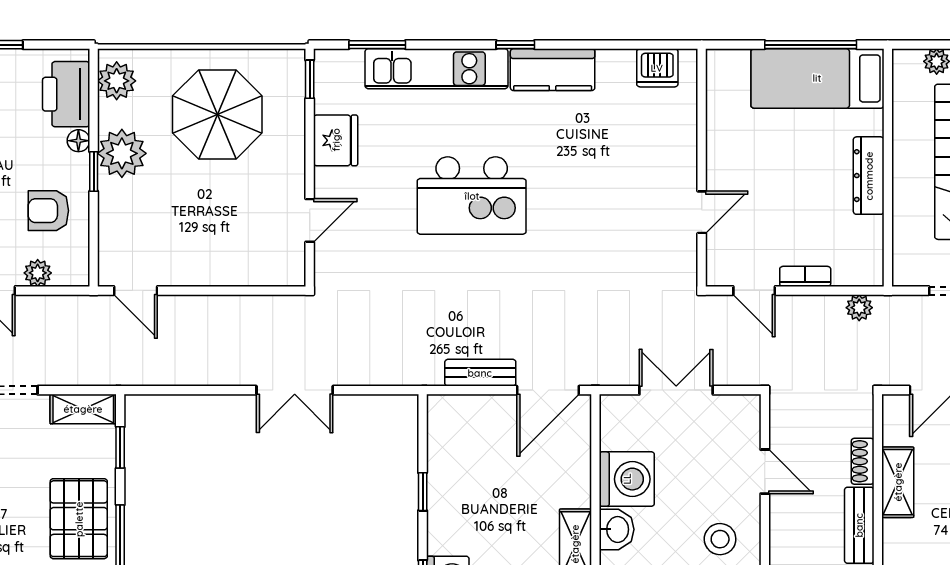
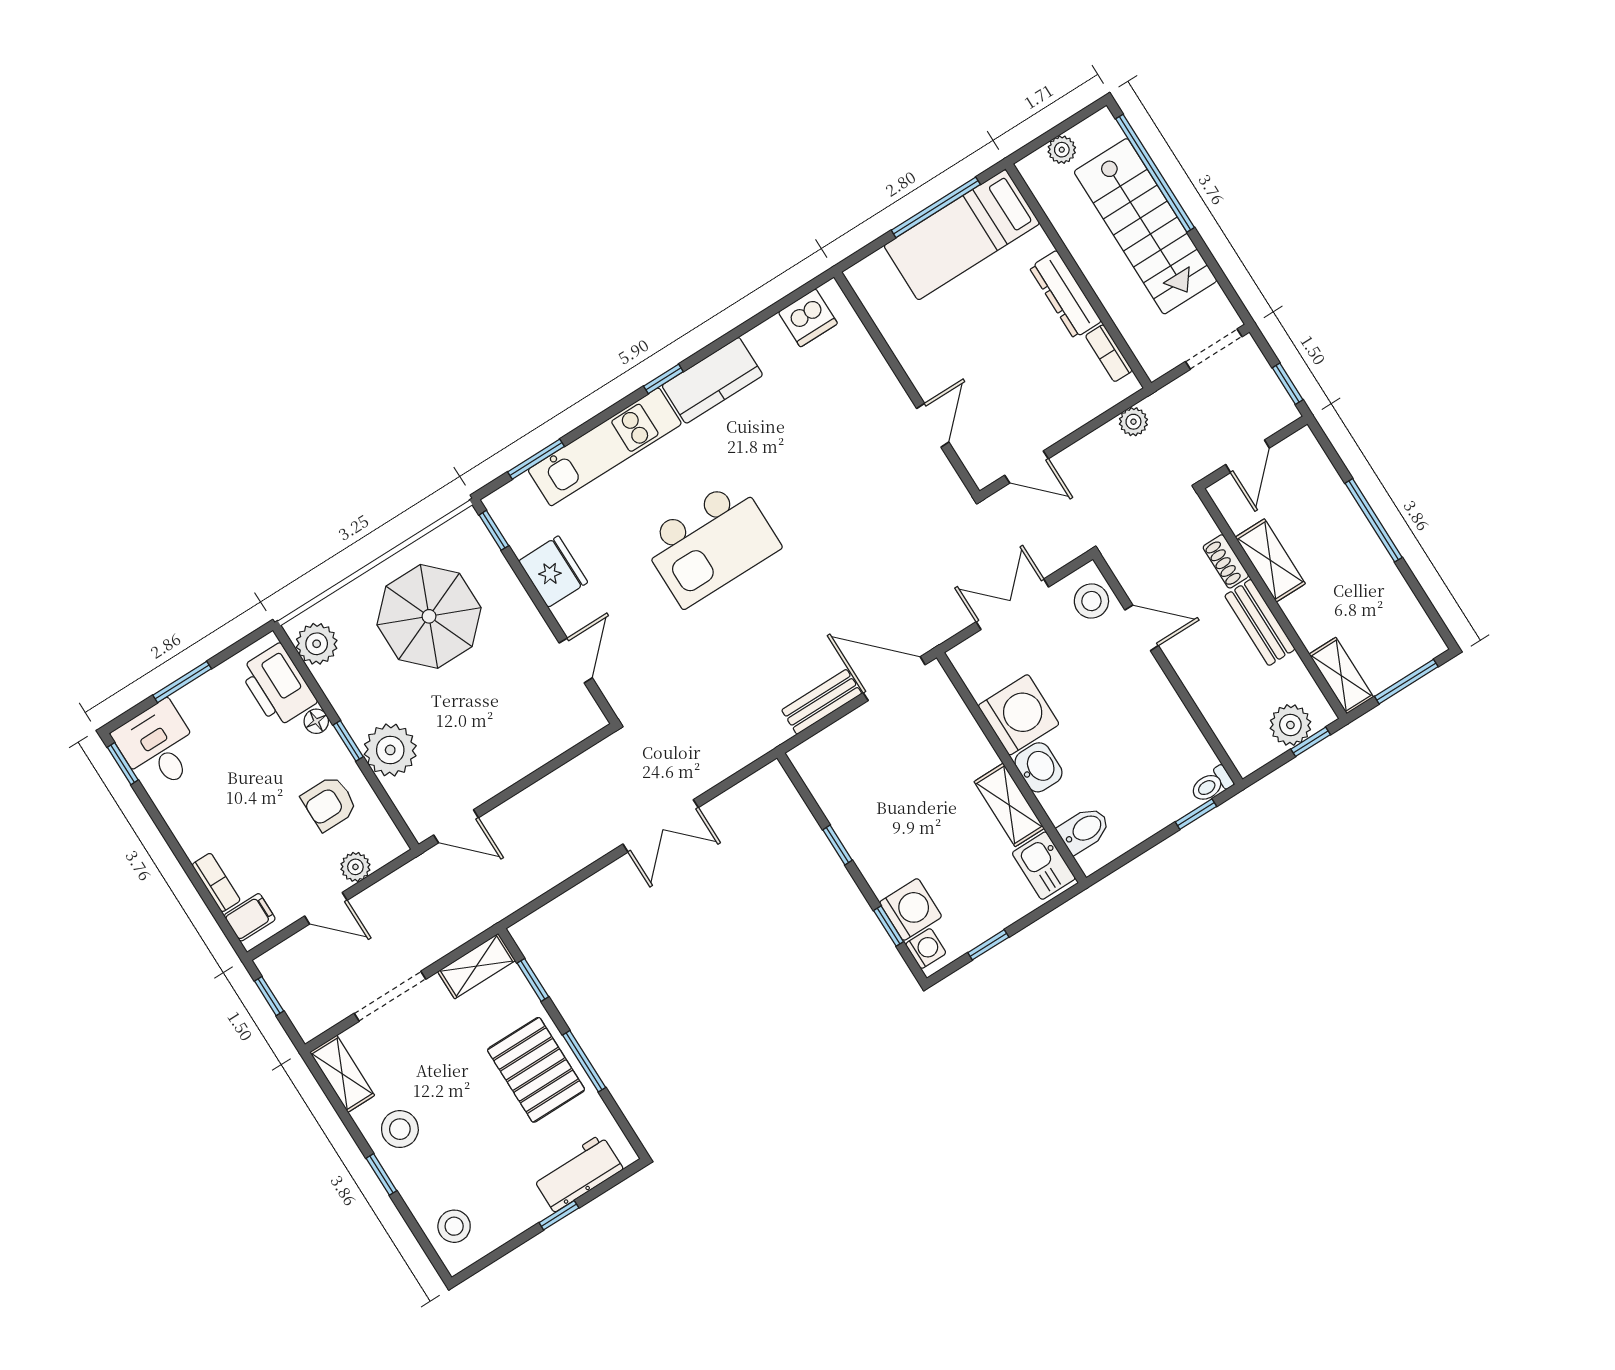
plant: (122, 153) -> (390, 750), moved
bookcase: (805, 276) -> (1109, 353), moved, turned -90
door: (548, 390) -> (894, 679), swing flipped
stool: (720, 539) -> (1091, 601), moved

